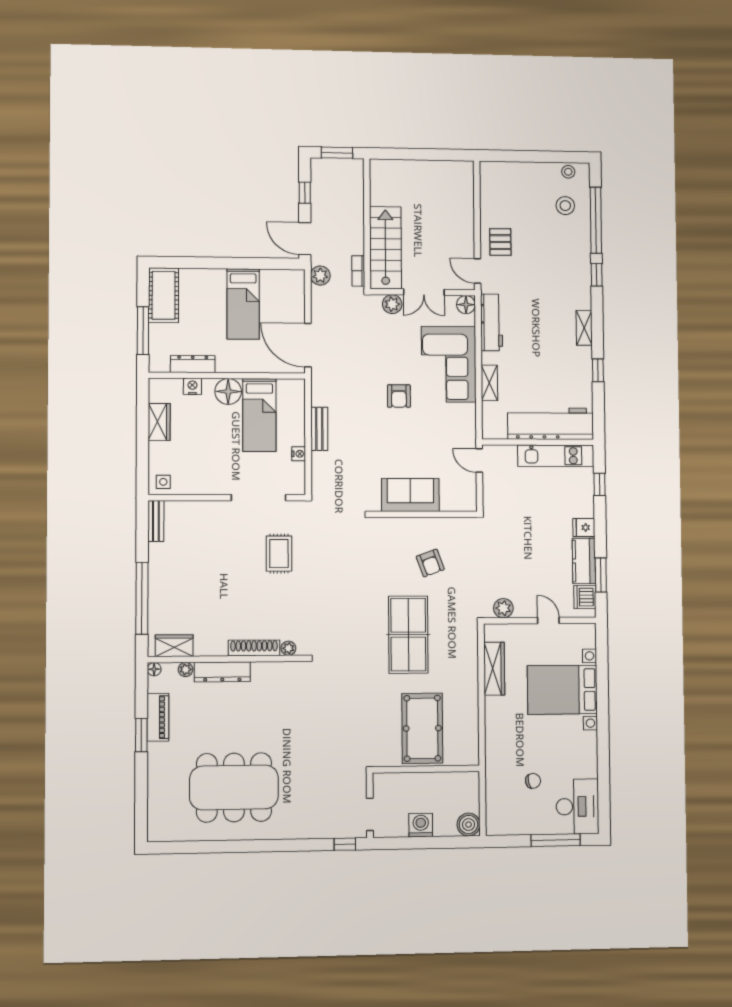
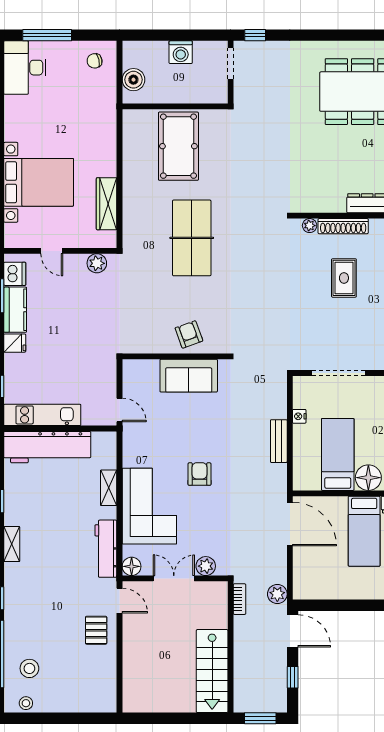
stairs: (386, 248) -> (212, 671), moved
bed: (243, 304) -> (364, 531), moved, turned 180
rug: (279, 554) -> (344, 278), moved
armchair: (430, 563) -> (189, 334), moved
chair: (533, 781) -> (95, 61), moved
boiler: (469, 825) -> (133, 80), moved

